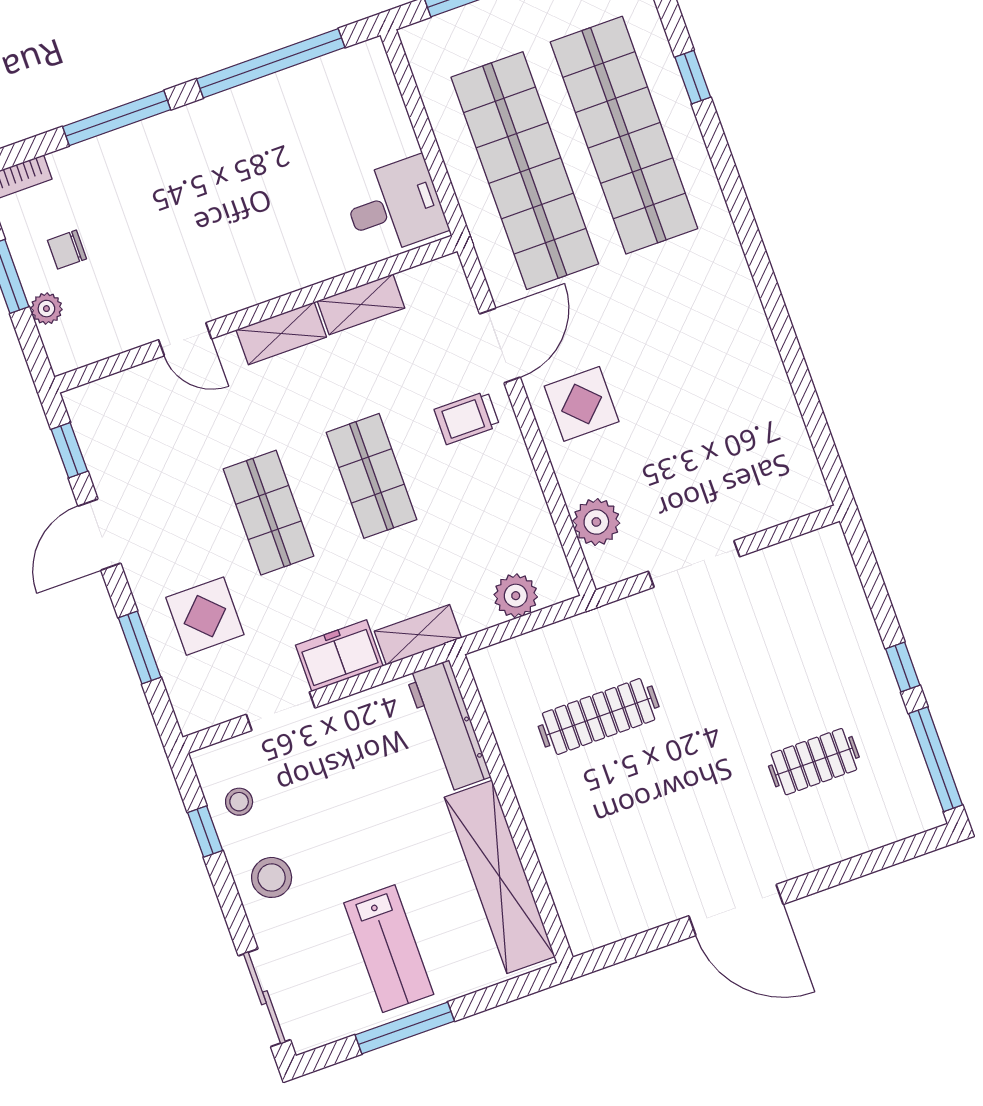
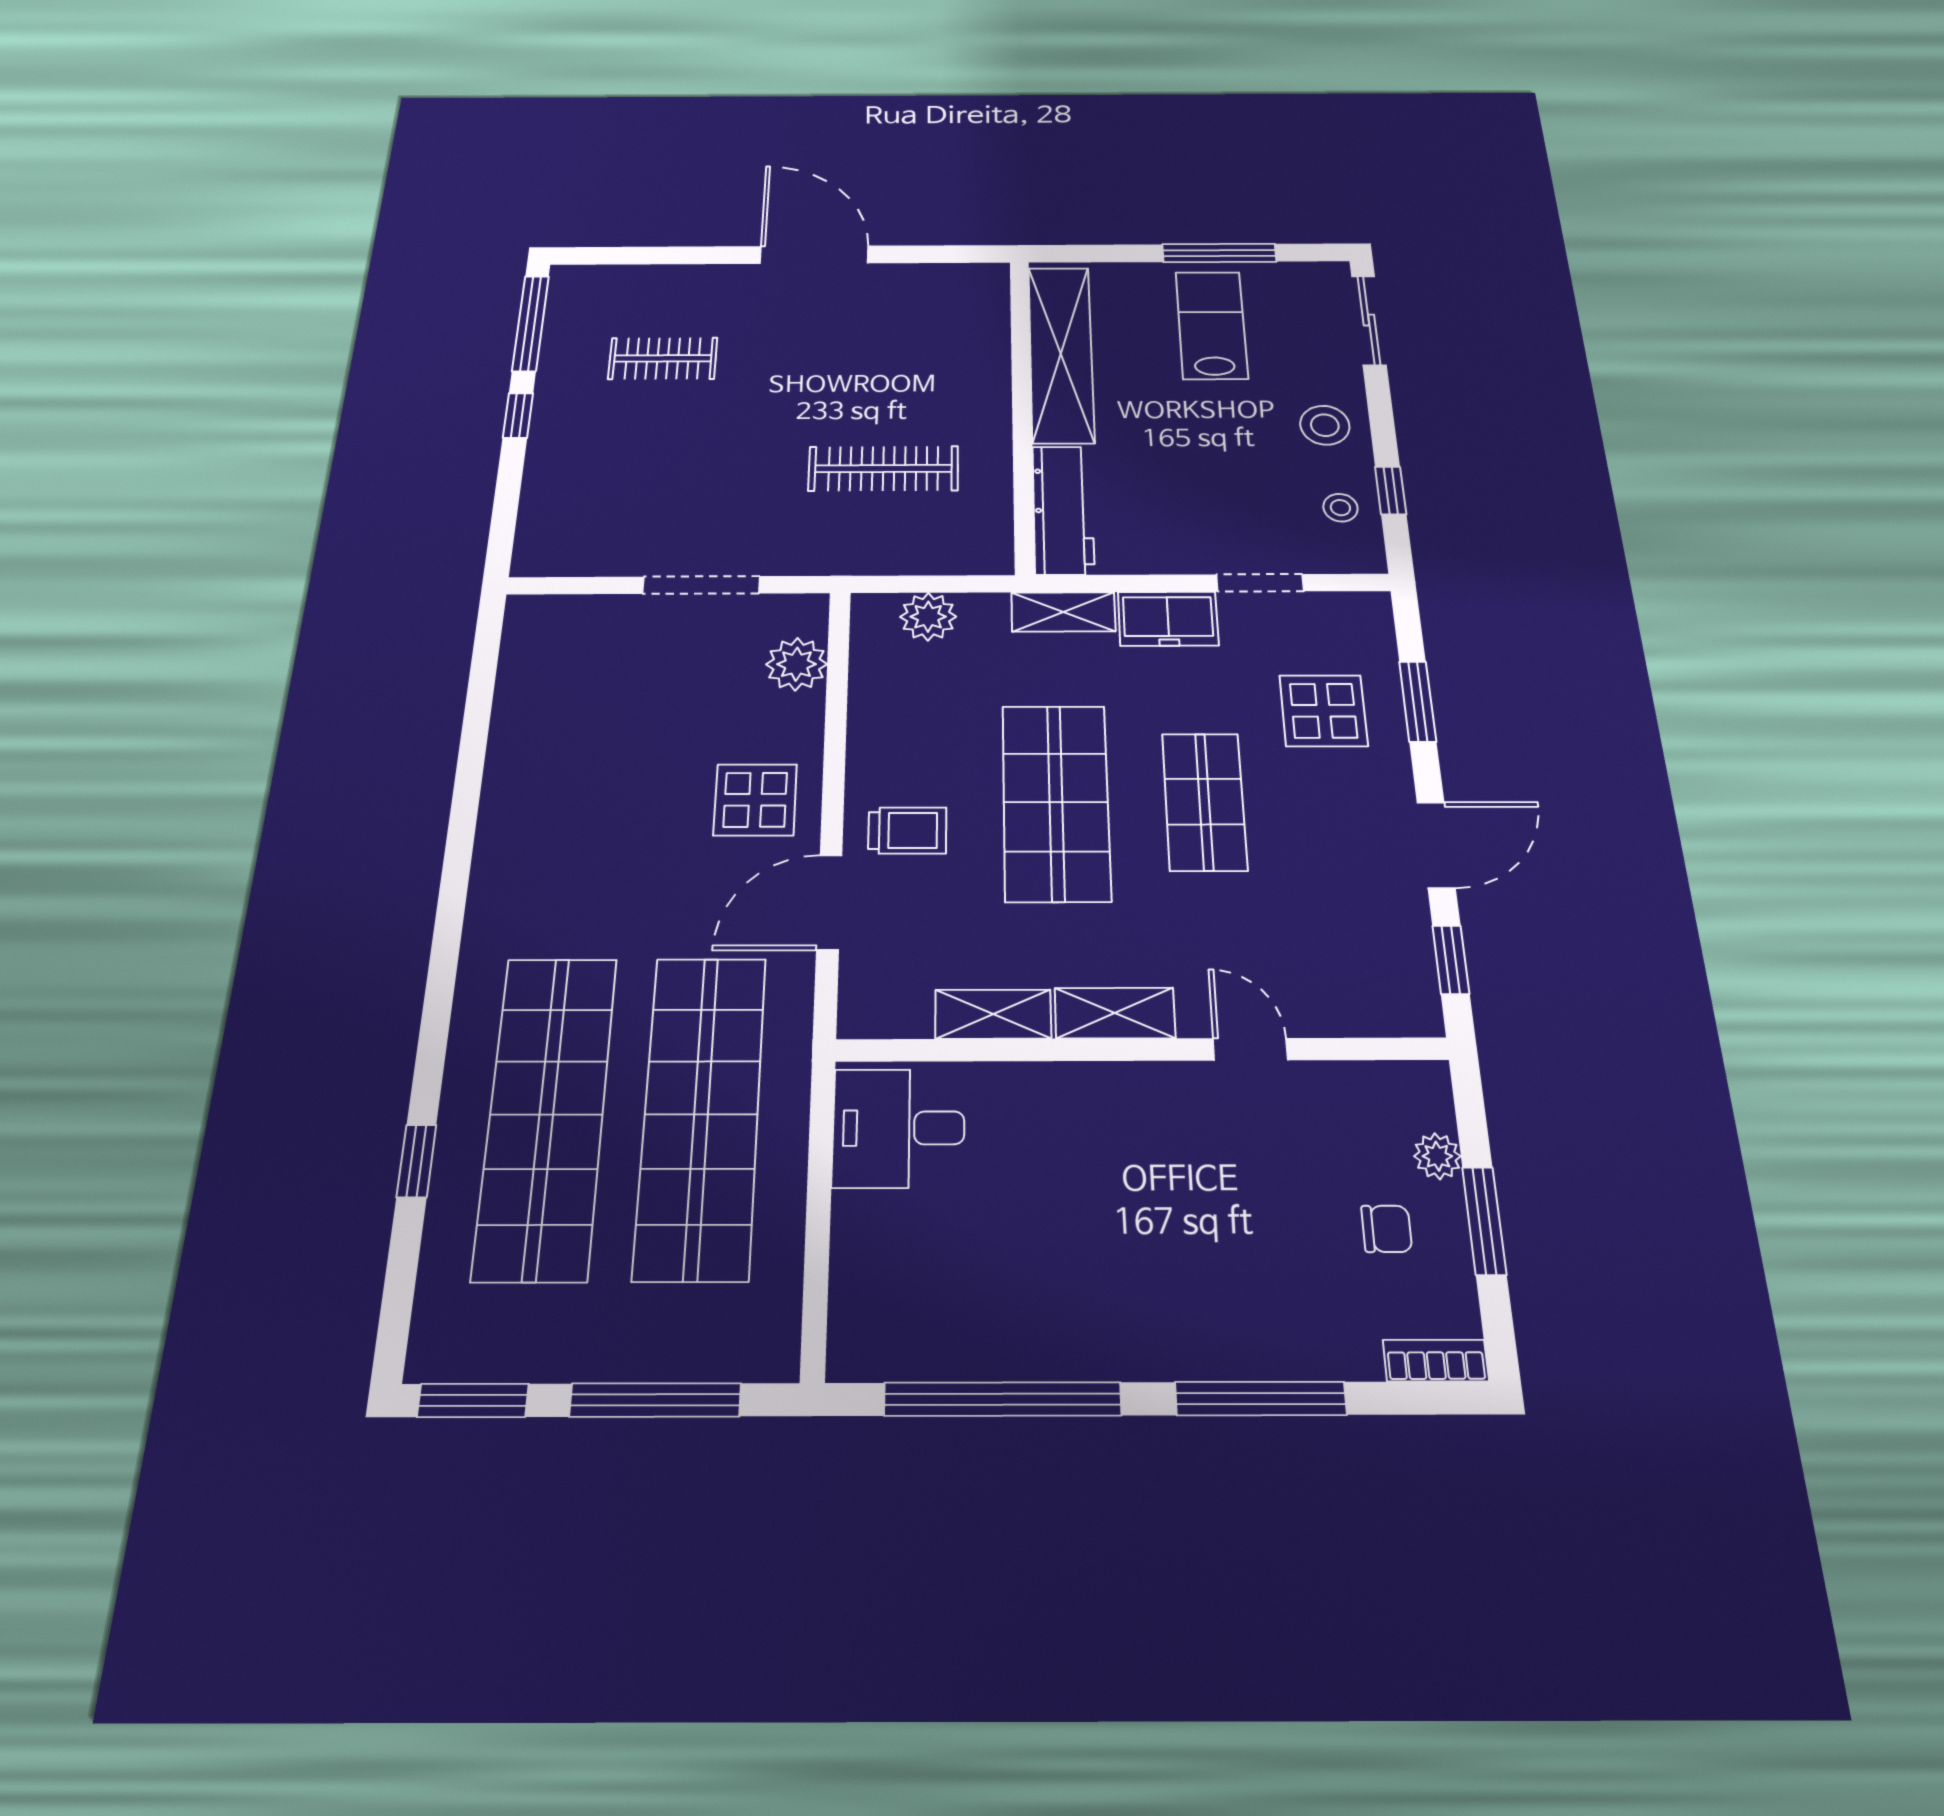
shop shelf: (372, 476) -> (1056, 802), width x1.43, depth x1.36

